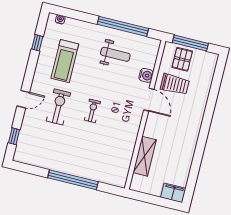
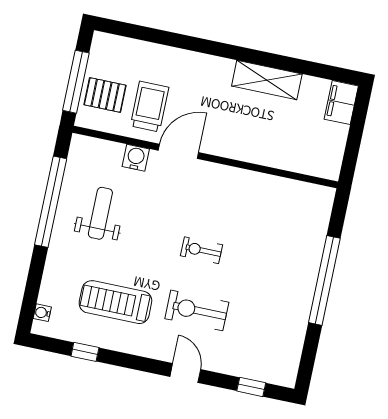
treadmill: (65, 61) -> (115, 302), turned 180
shelving: (145, 156) -> (267, 80), moved

